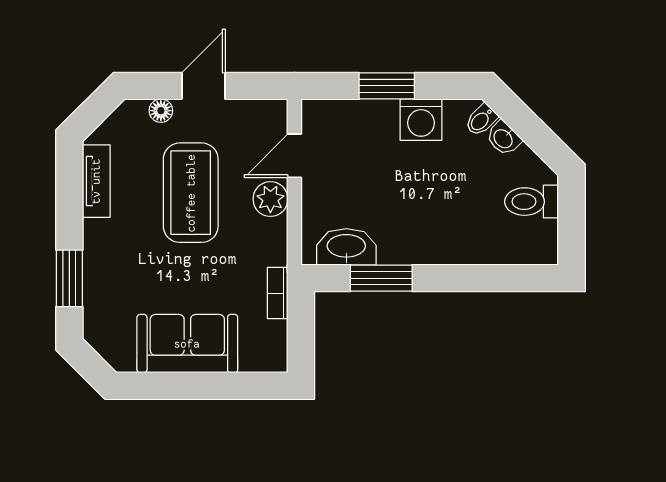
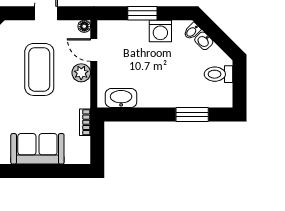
floor lamp: (161, 111) -> (84, 26), moved
door: (294, 156) -> (94, 50), hinge flipped
window: (381, 278) -> (192, 114), moved

